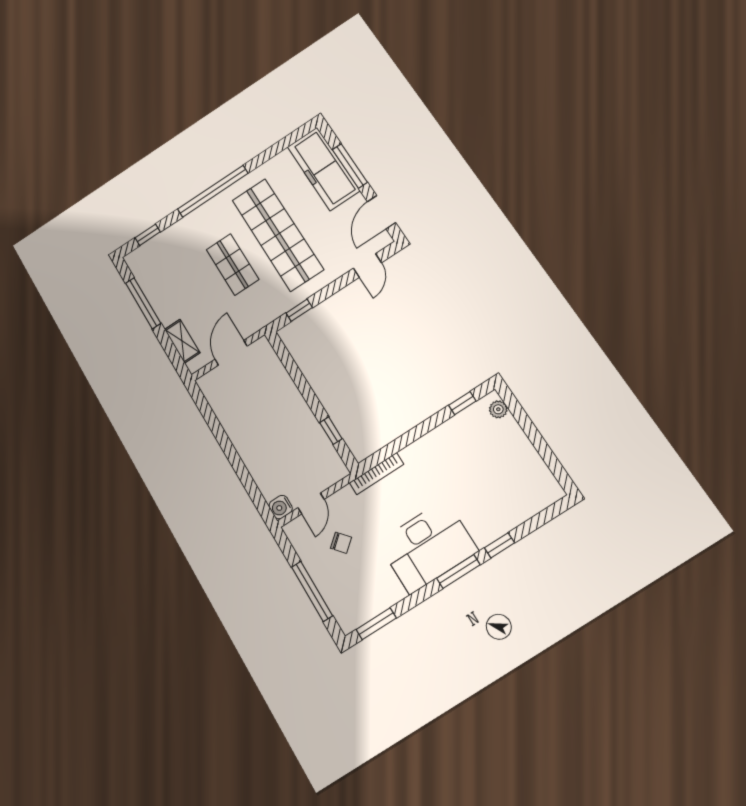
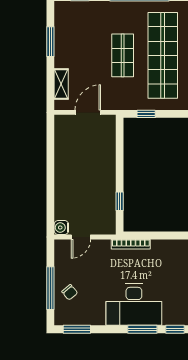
window: (143, 303) -> (50, 42), width x0.69
chair: (341, 543) -> (70, 292), moved

